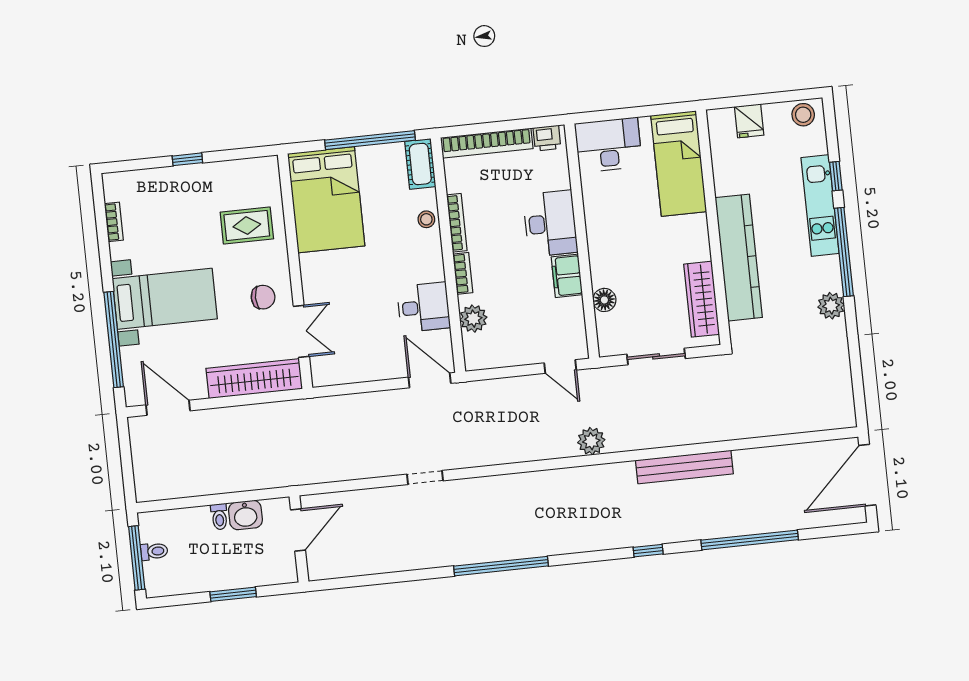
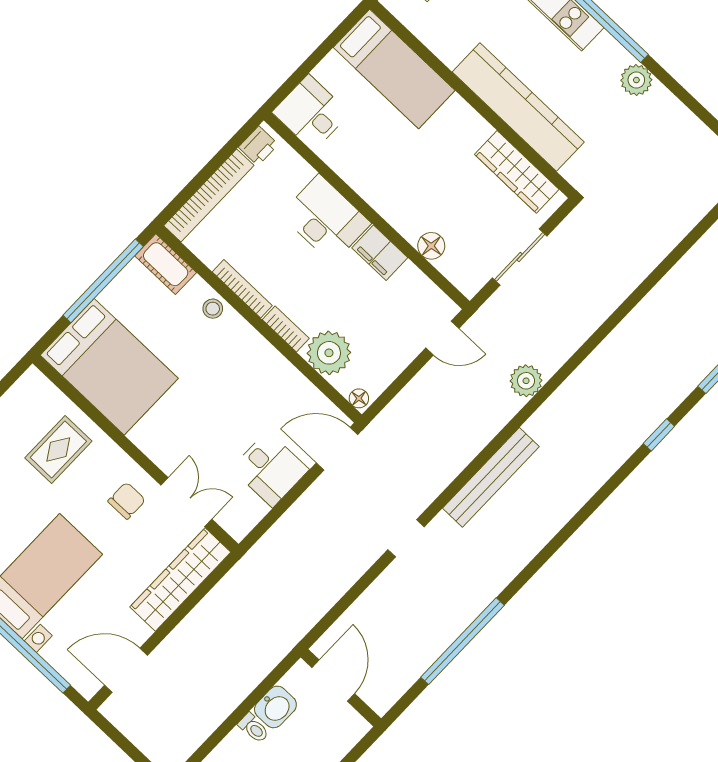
desk: (608, 145) -> (311, 113), width x0.73
desk: (424, 307) -> (270, 469), moved, turned 90
plant: (473, 319) -> (329, 353), width x1.36, depth x1.36
floor lamp: (472, 360) -> (359, 398), added
bench: (684, 467) -> (491, 477), moved
window: (501, 566) -> (462, 641), moved

